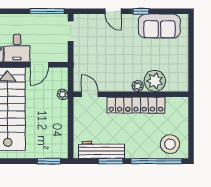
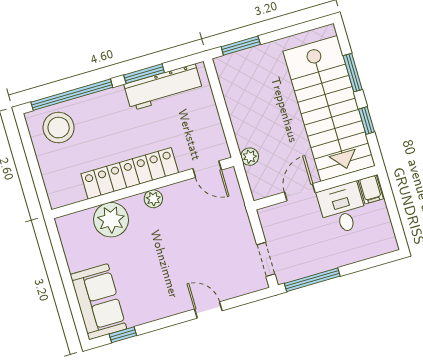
window: (141, 11) -> (123, 335), moved
sofa: (159, 26) -> (98, 302), moved, turned 90
plant: (138, 86) -> (153, 199), moved

